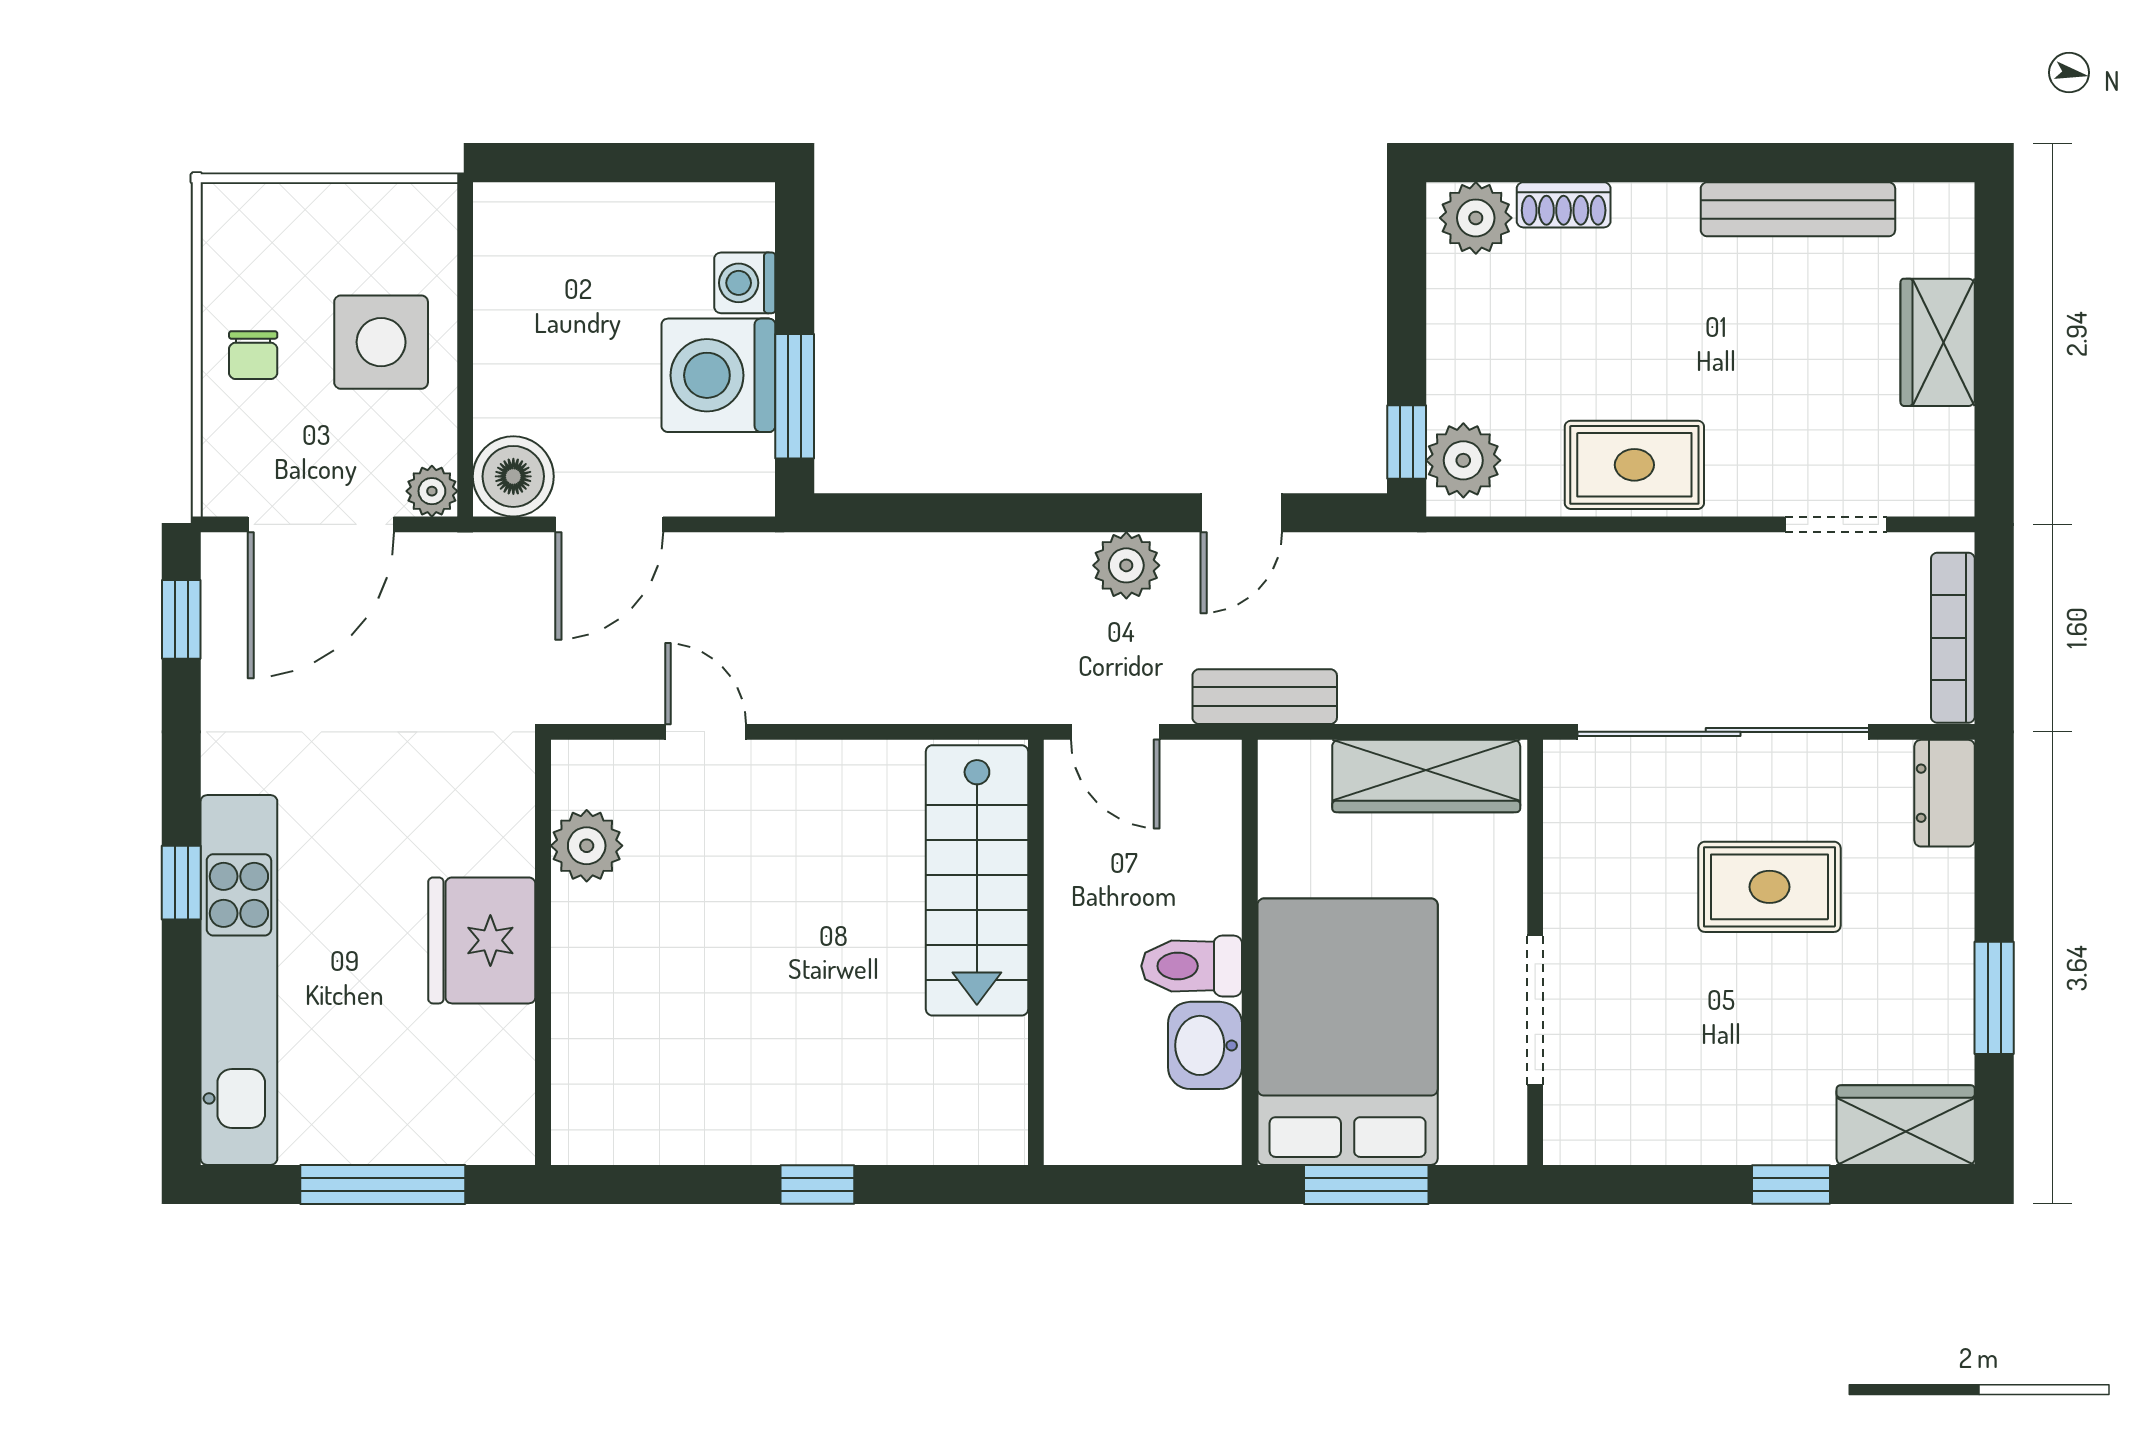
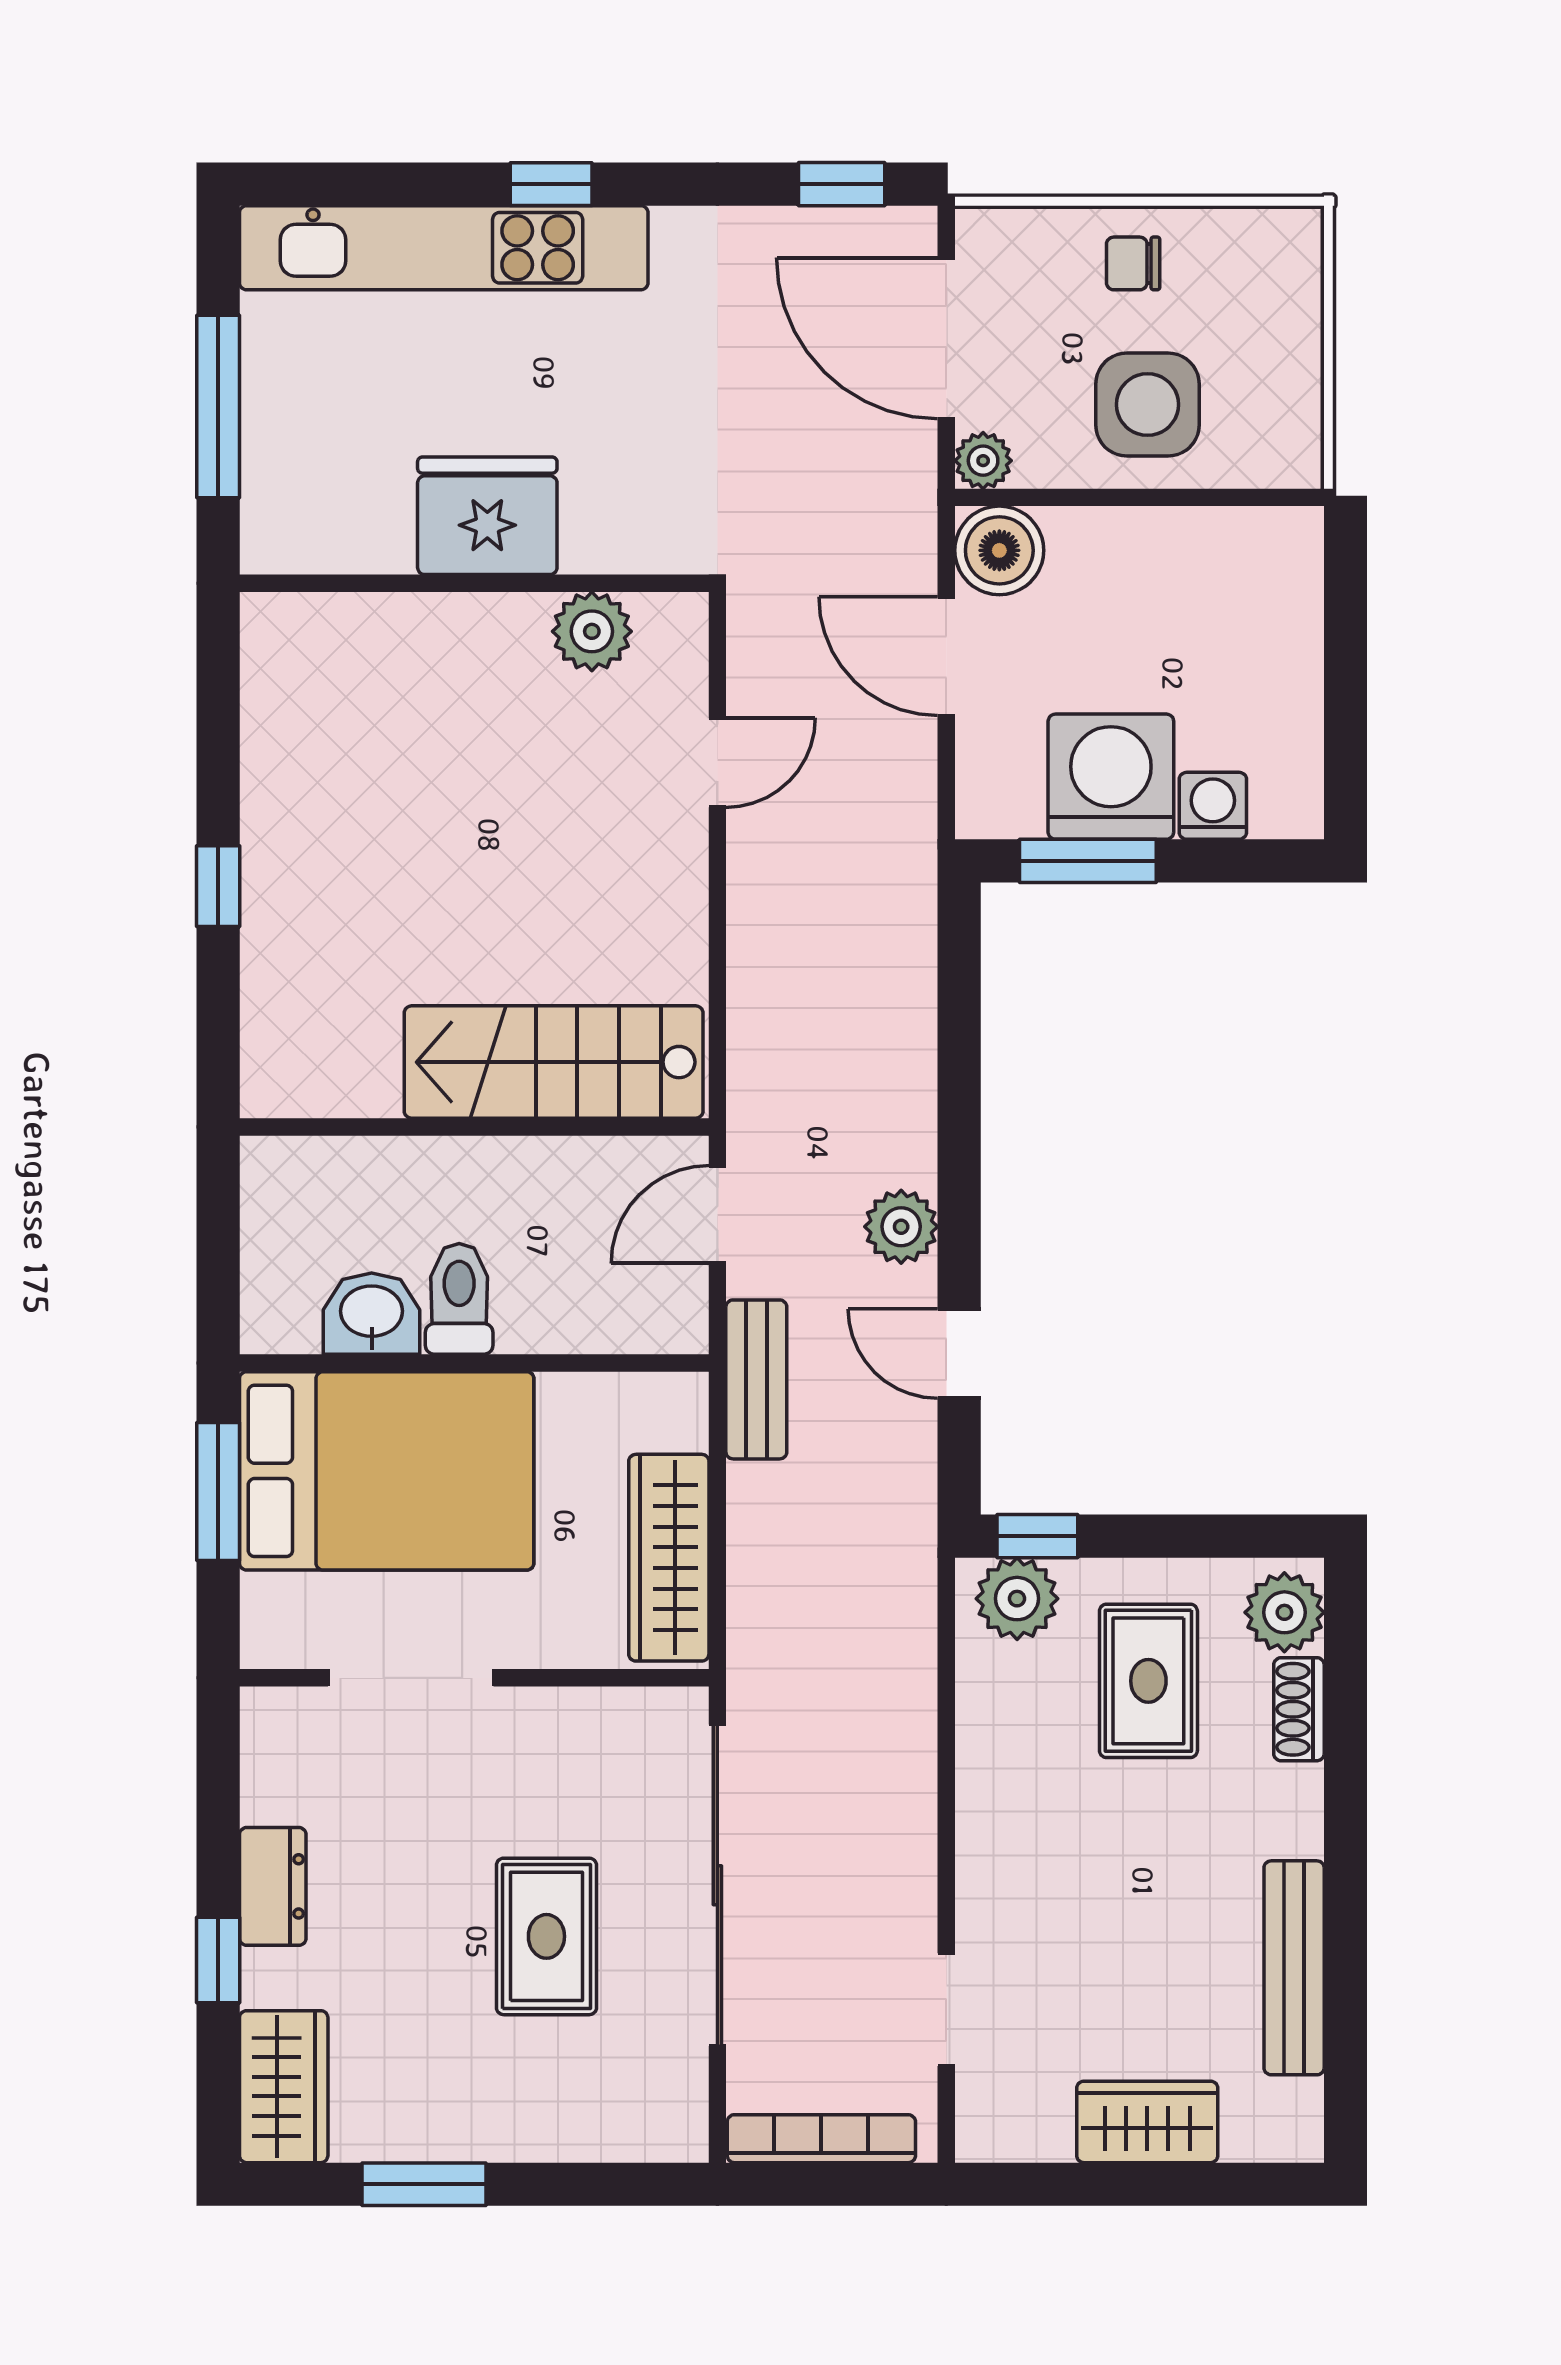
rug: (1634, 465) -> (1148, 1681), moved
dresser: (1945, 793) -> (273, 1886), moved, turned 90

